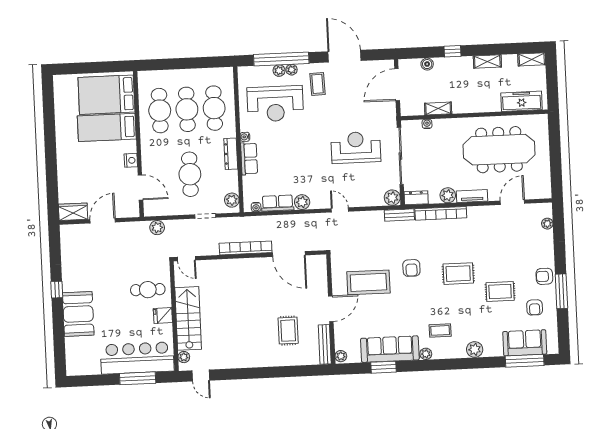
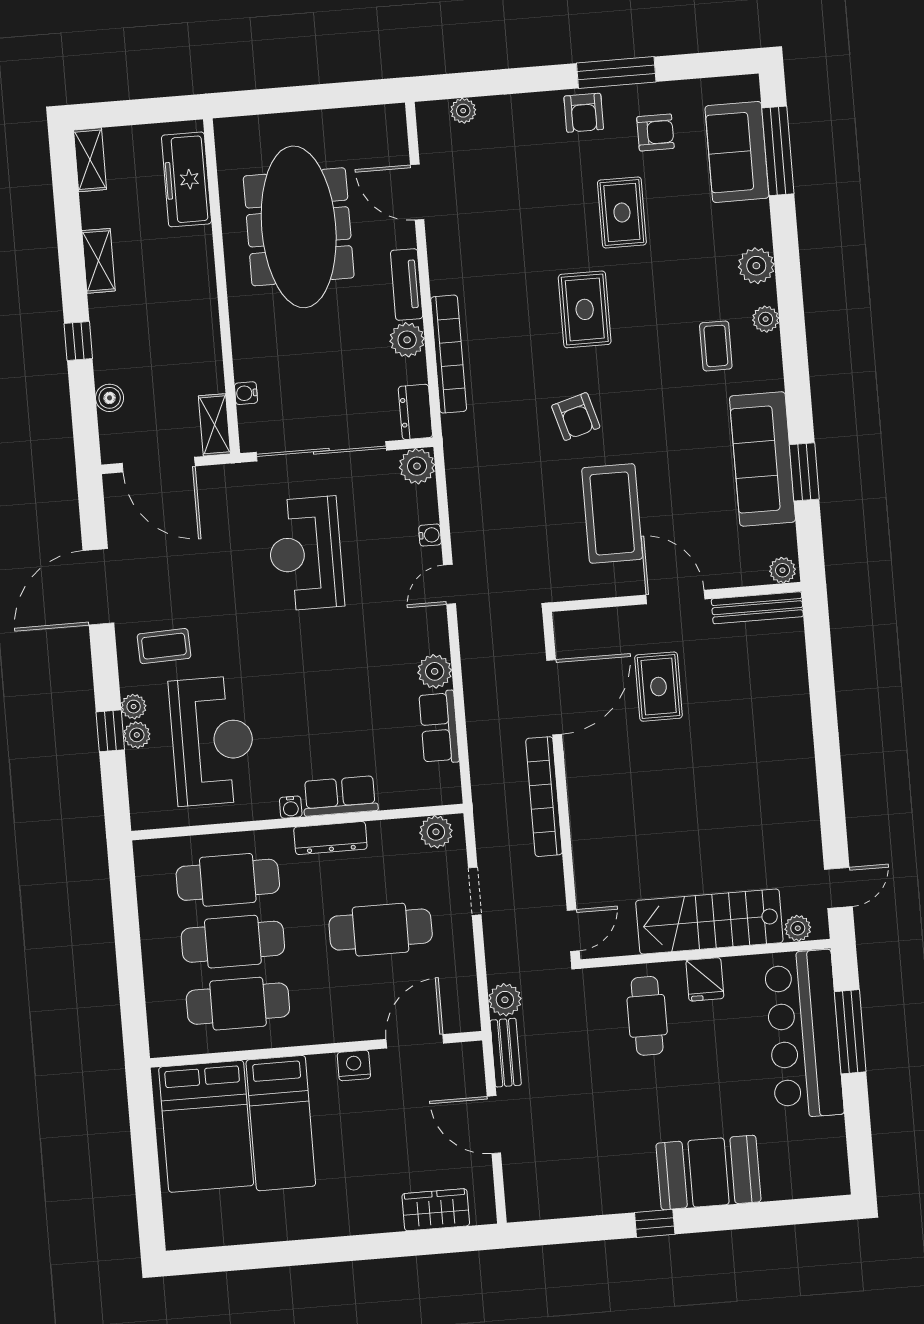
window: (281, 59) -> (110, 731), width x0.32
shelving: (438, 108) -> (214, 425), moved
water cooler: (256, 207) -> (430, 535), moved
wardrobe: (73, 212) -> (436, 1210), moved, turned 90
bench: (399, 215) -> (506, 1053), moved
armchair: (411, 268) -> (576, 417), turned 74
rug: (288, 331) -> (659, 687), moved, turned 90
plant: (426, 354) -> (766, 319), moved

